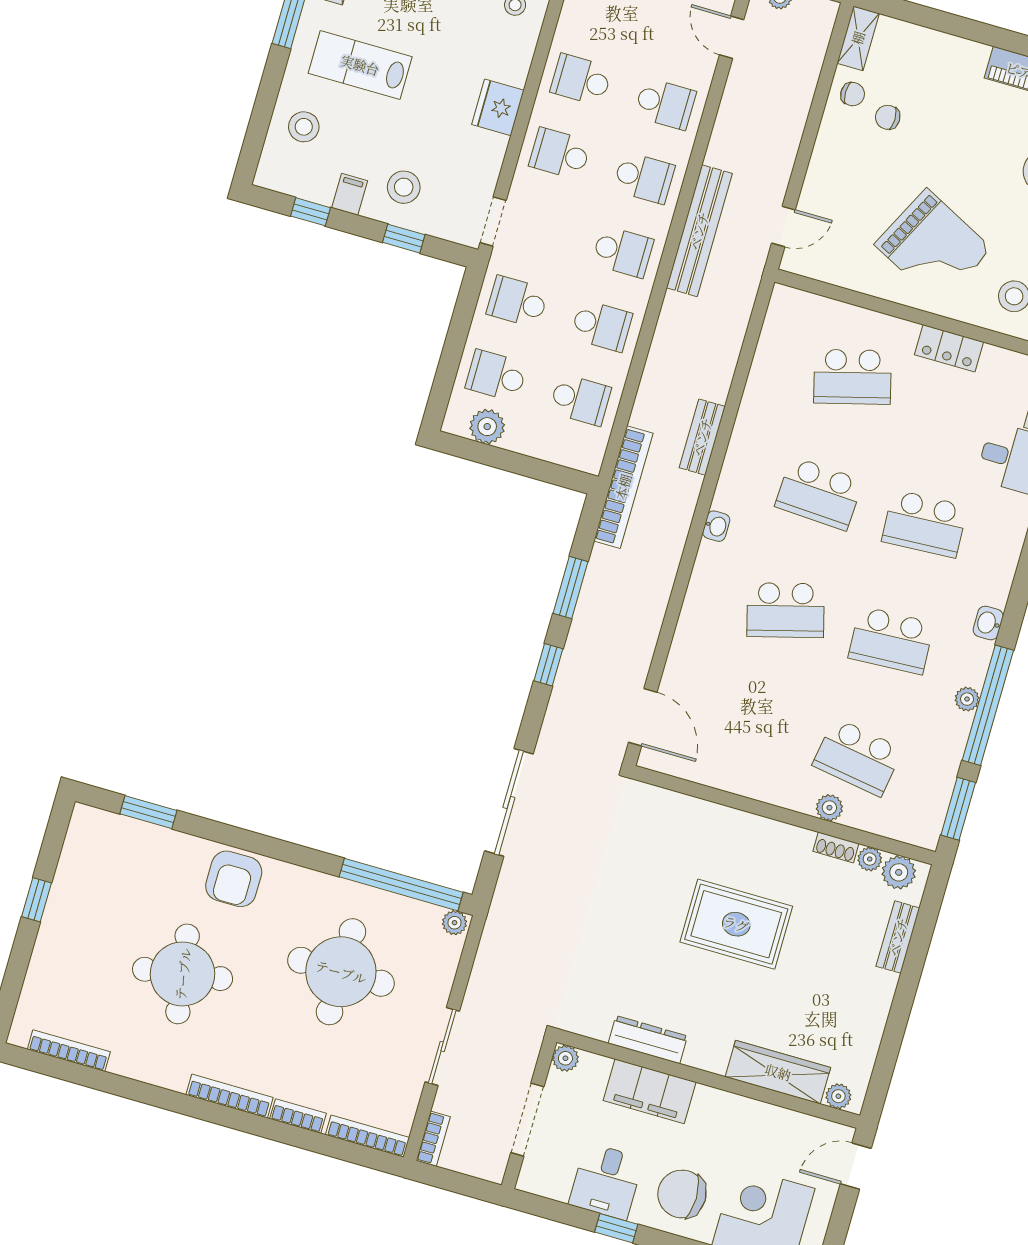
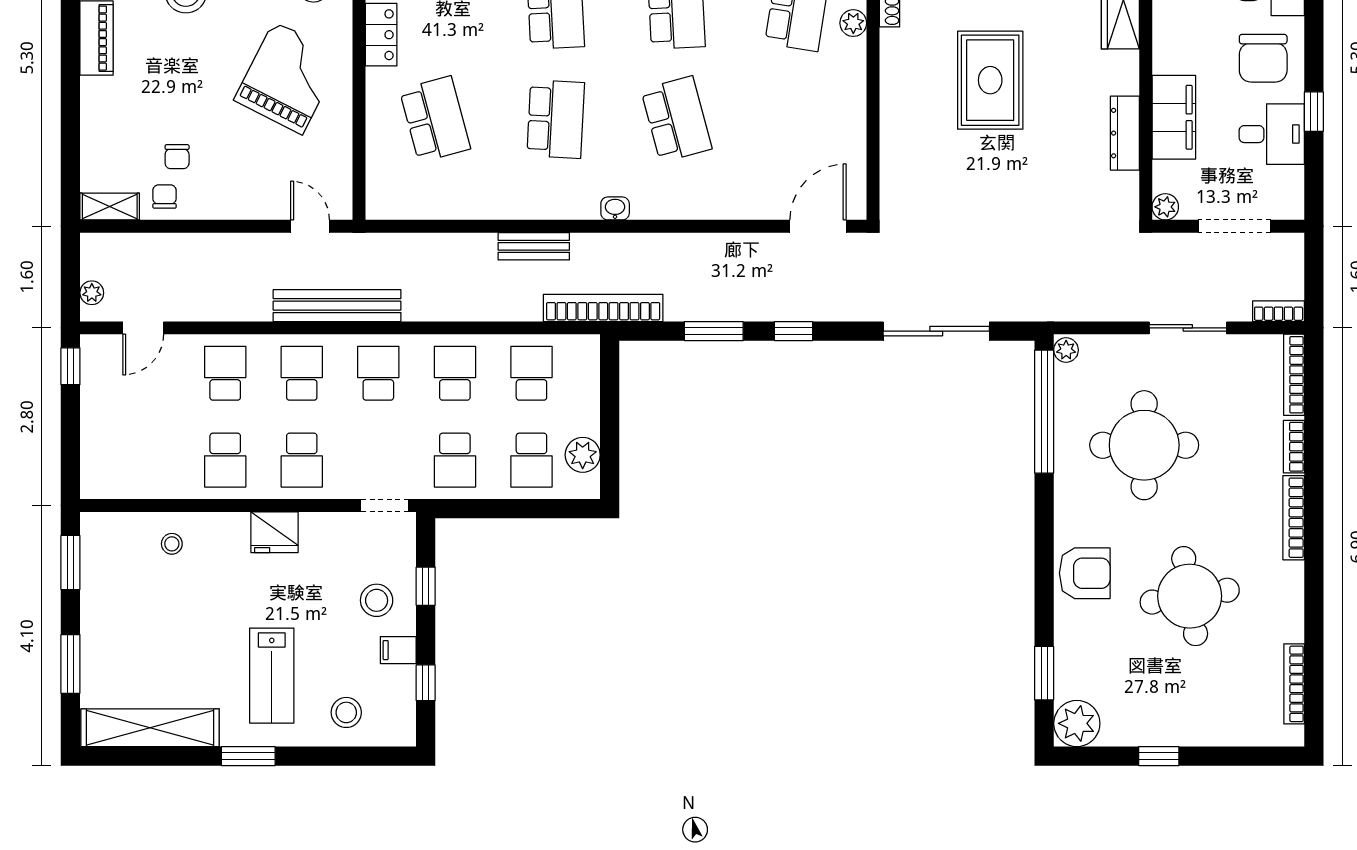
plant: (91, 830) -> (1077, 723), added

